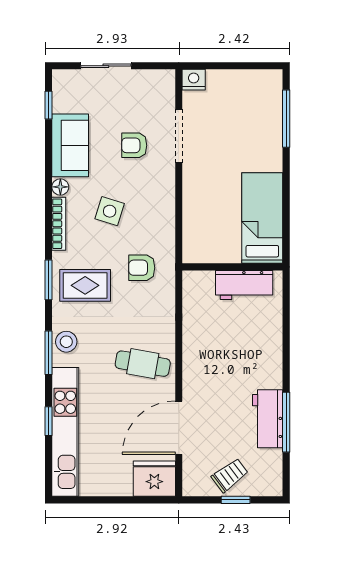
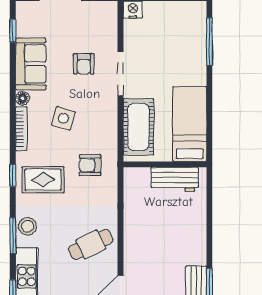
doorway: (179, 136) -> (121, 74), moved
armchair: (134, 145) -> (84, 64), turned -90
cot: (200, 221) -> (138, 127), added
window: (49, 280) -> (13, 175), width x0.67
cafe table: (143, 364) -> (91, 244), turned -36

